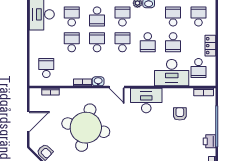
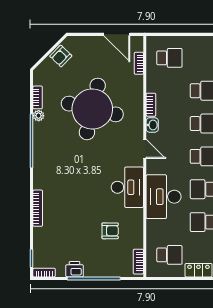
school desk: (198, 68) -> (169, 255), turned 180
desk: (172, 73) -> (164, 197), moved
door: (117, 87) -> (145, 149), swing flipped
door: (28, 122) -> (117, 34), moved

